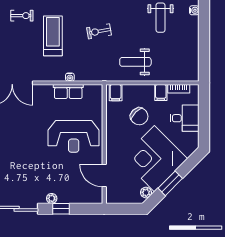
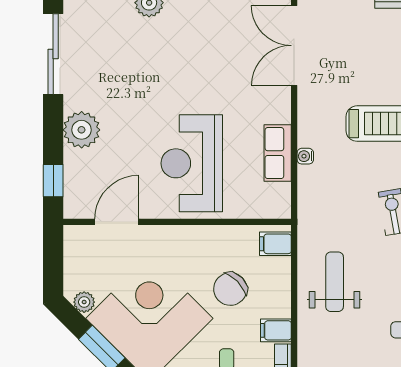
plant: (52, 198) -> (82, 130), width x1.88, depth x1.88
window: (61, 209) -> (53, 181), moved

